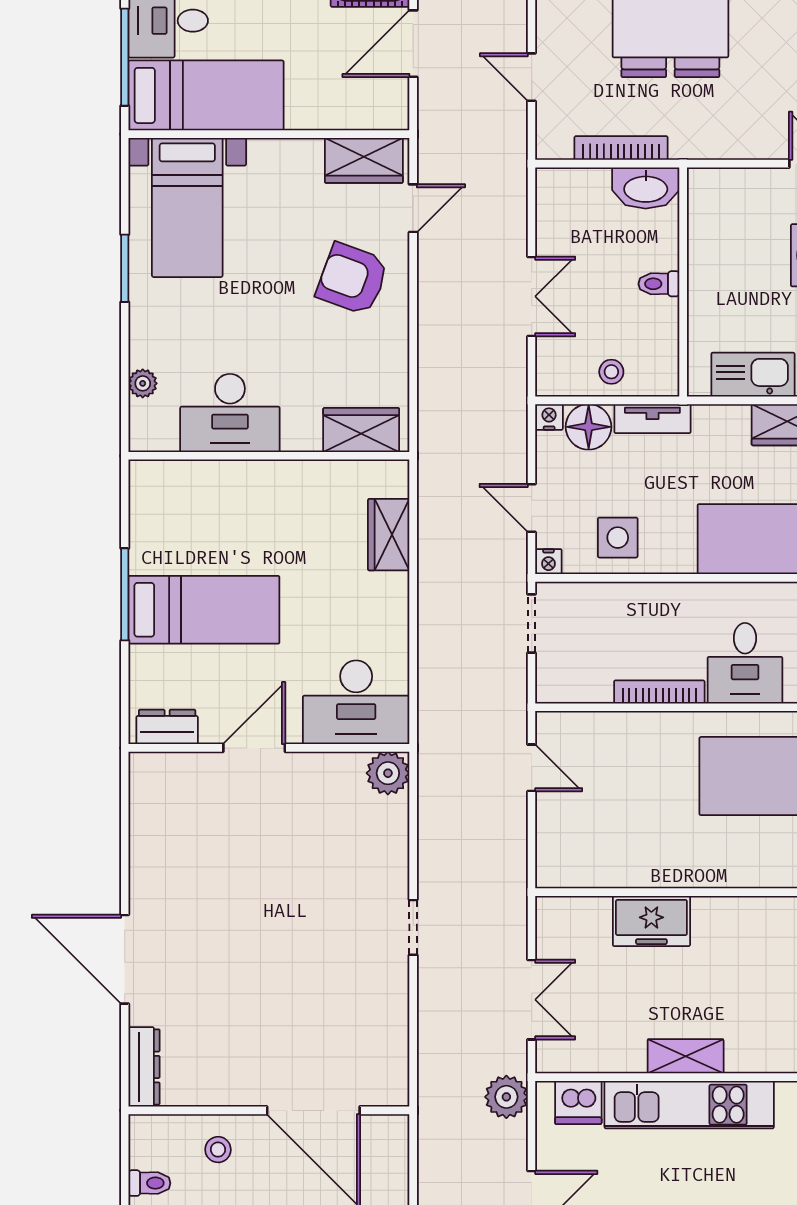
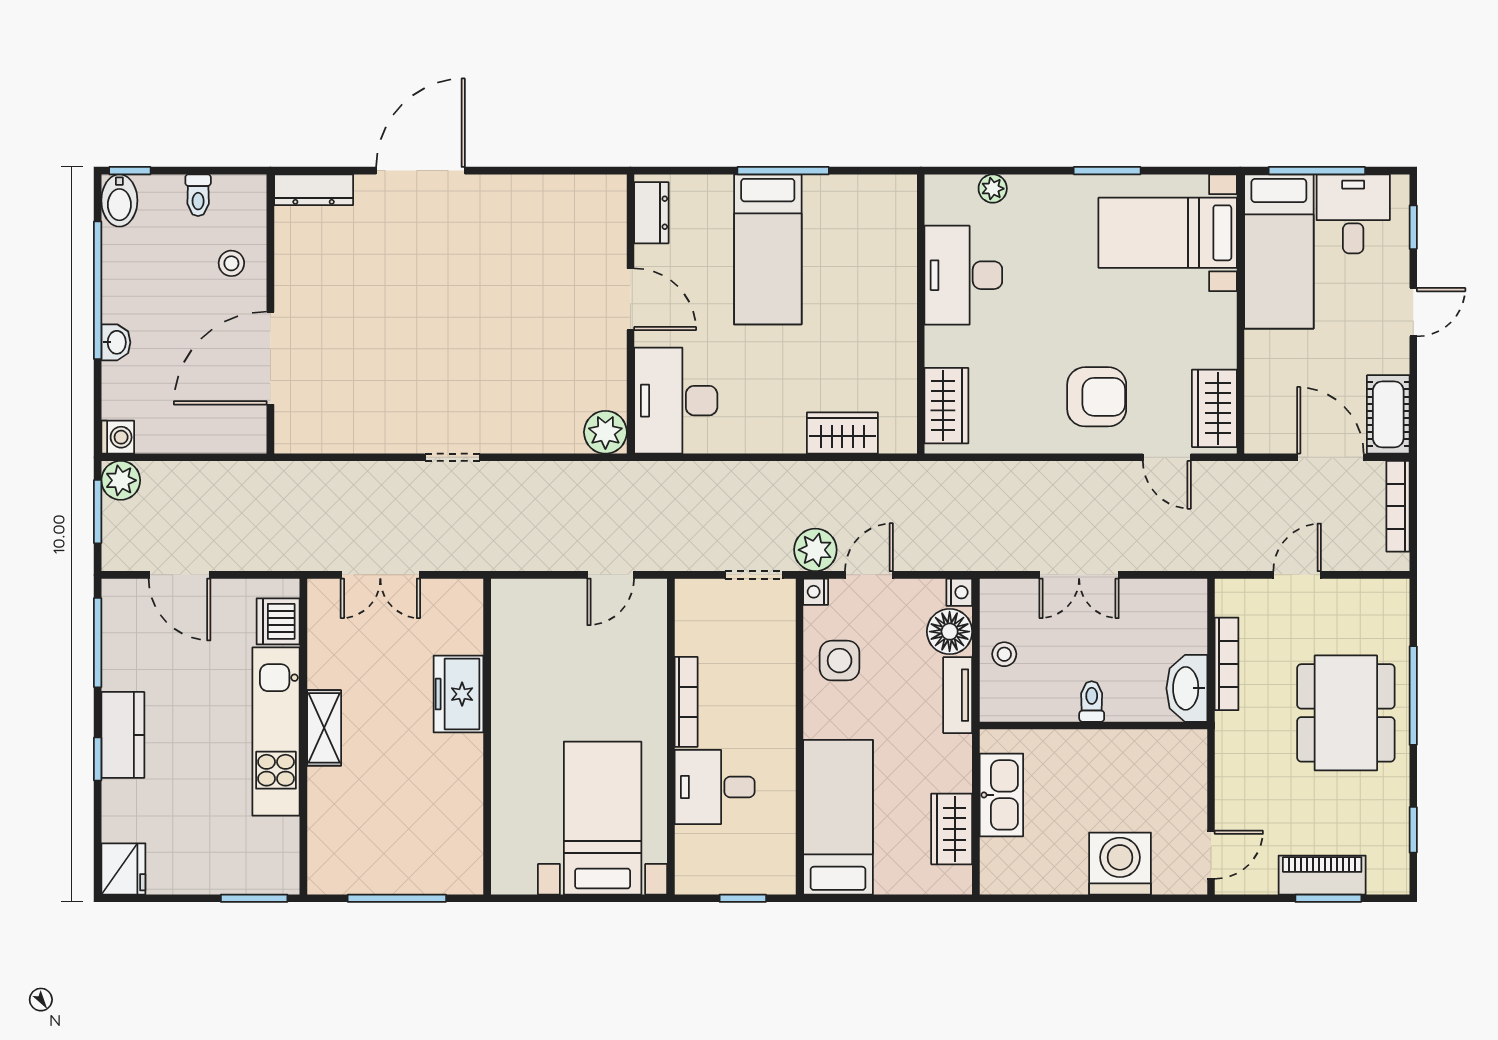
armchair: (352, 279) -> (1097, 397), turned 70
plant: (506, 1097) -> (815, 550), moved

